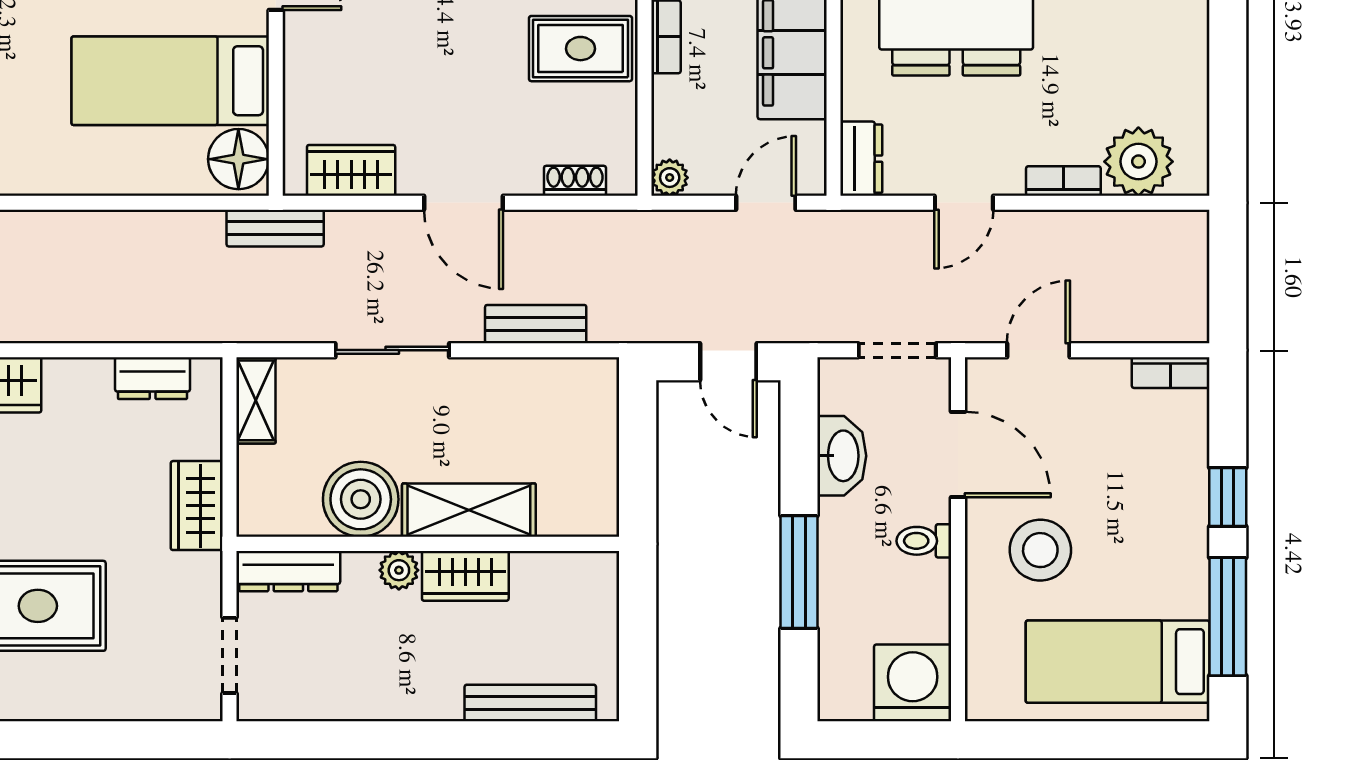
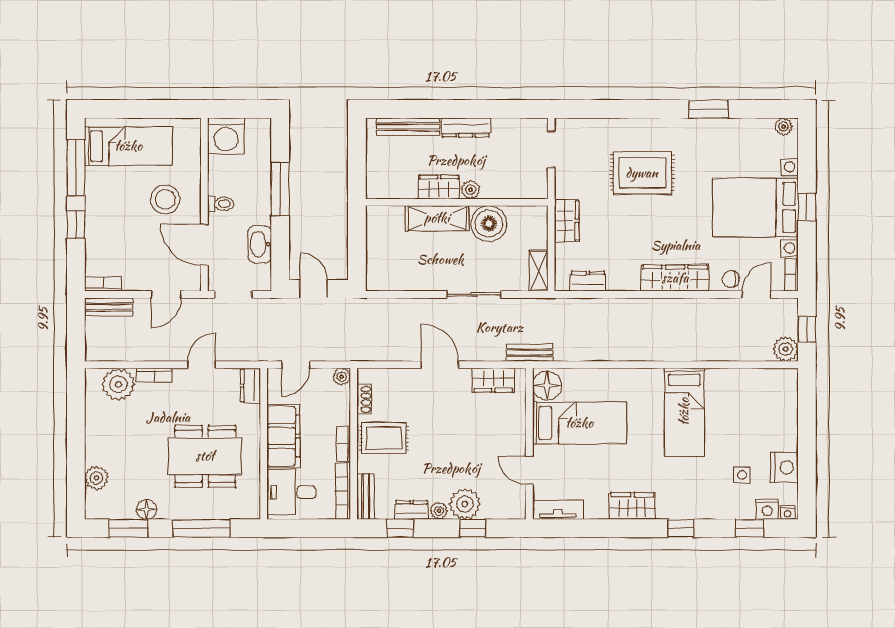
shoe rack: (575, 181) -> (364, 399), moved, turned -90
bench: (536, 324) -> (109, 307), moved
dresser: (288, 571) -> (466, 127), moved, turned 180

